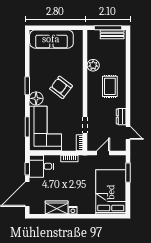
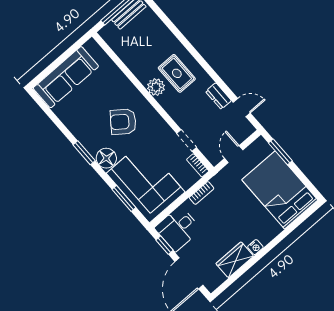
plant: (93, 65) -> (156, 87), moved

